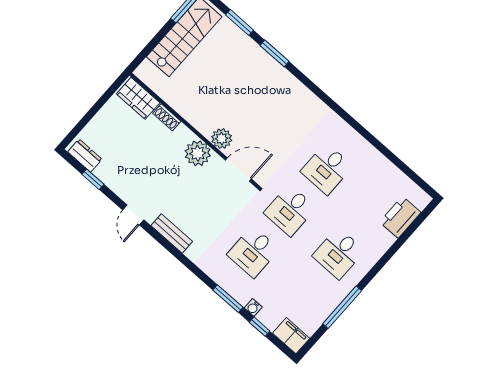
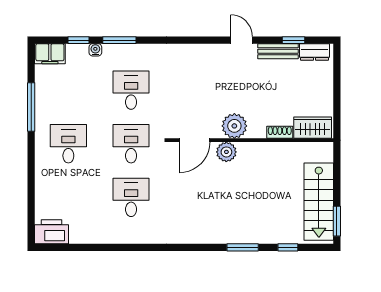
window: (240, 23) -> (288, 247), width x0.67
printer: (400, 217) -> (52, 232), moved, turned -90
bench: (172, 234) -> (278, 51), moved

